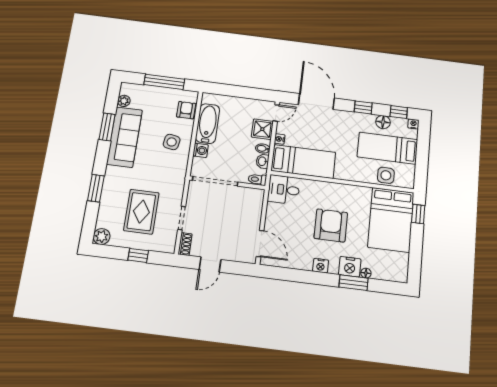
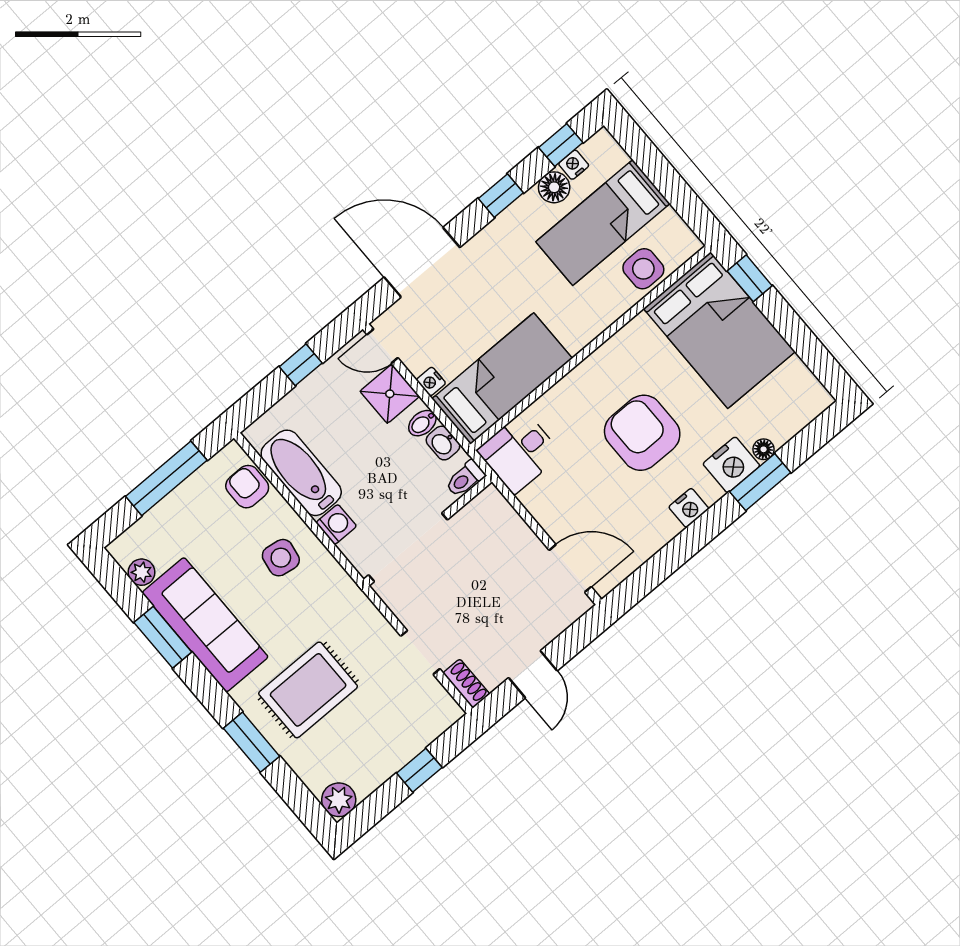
window: (244, 92) -> (301, 365), added
door: (276, 113) -> (382, 346), swing flipped
nightstand: (413, 124) -> (574, 165), moved
rug: (141, 212) -> (308, 690), moved, turned 90

